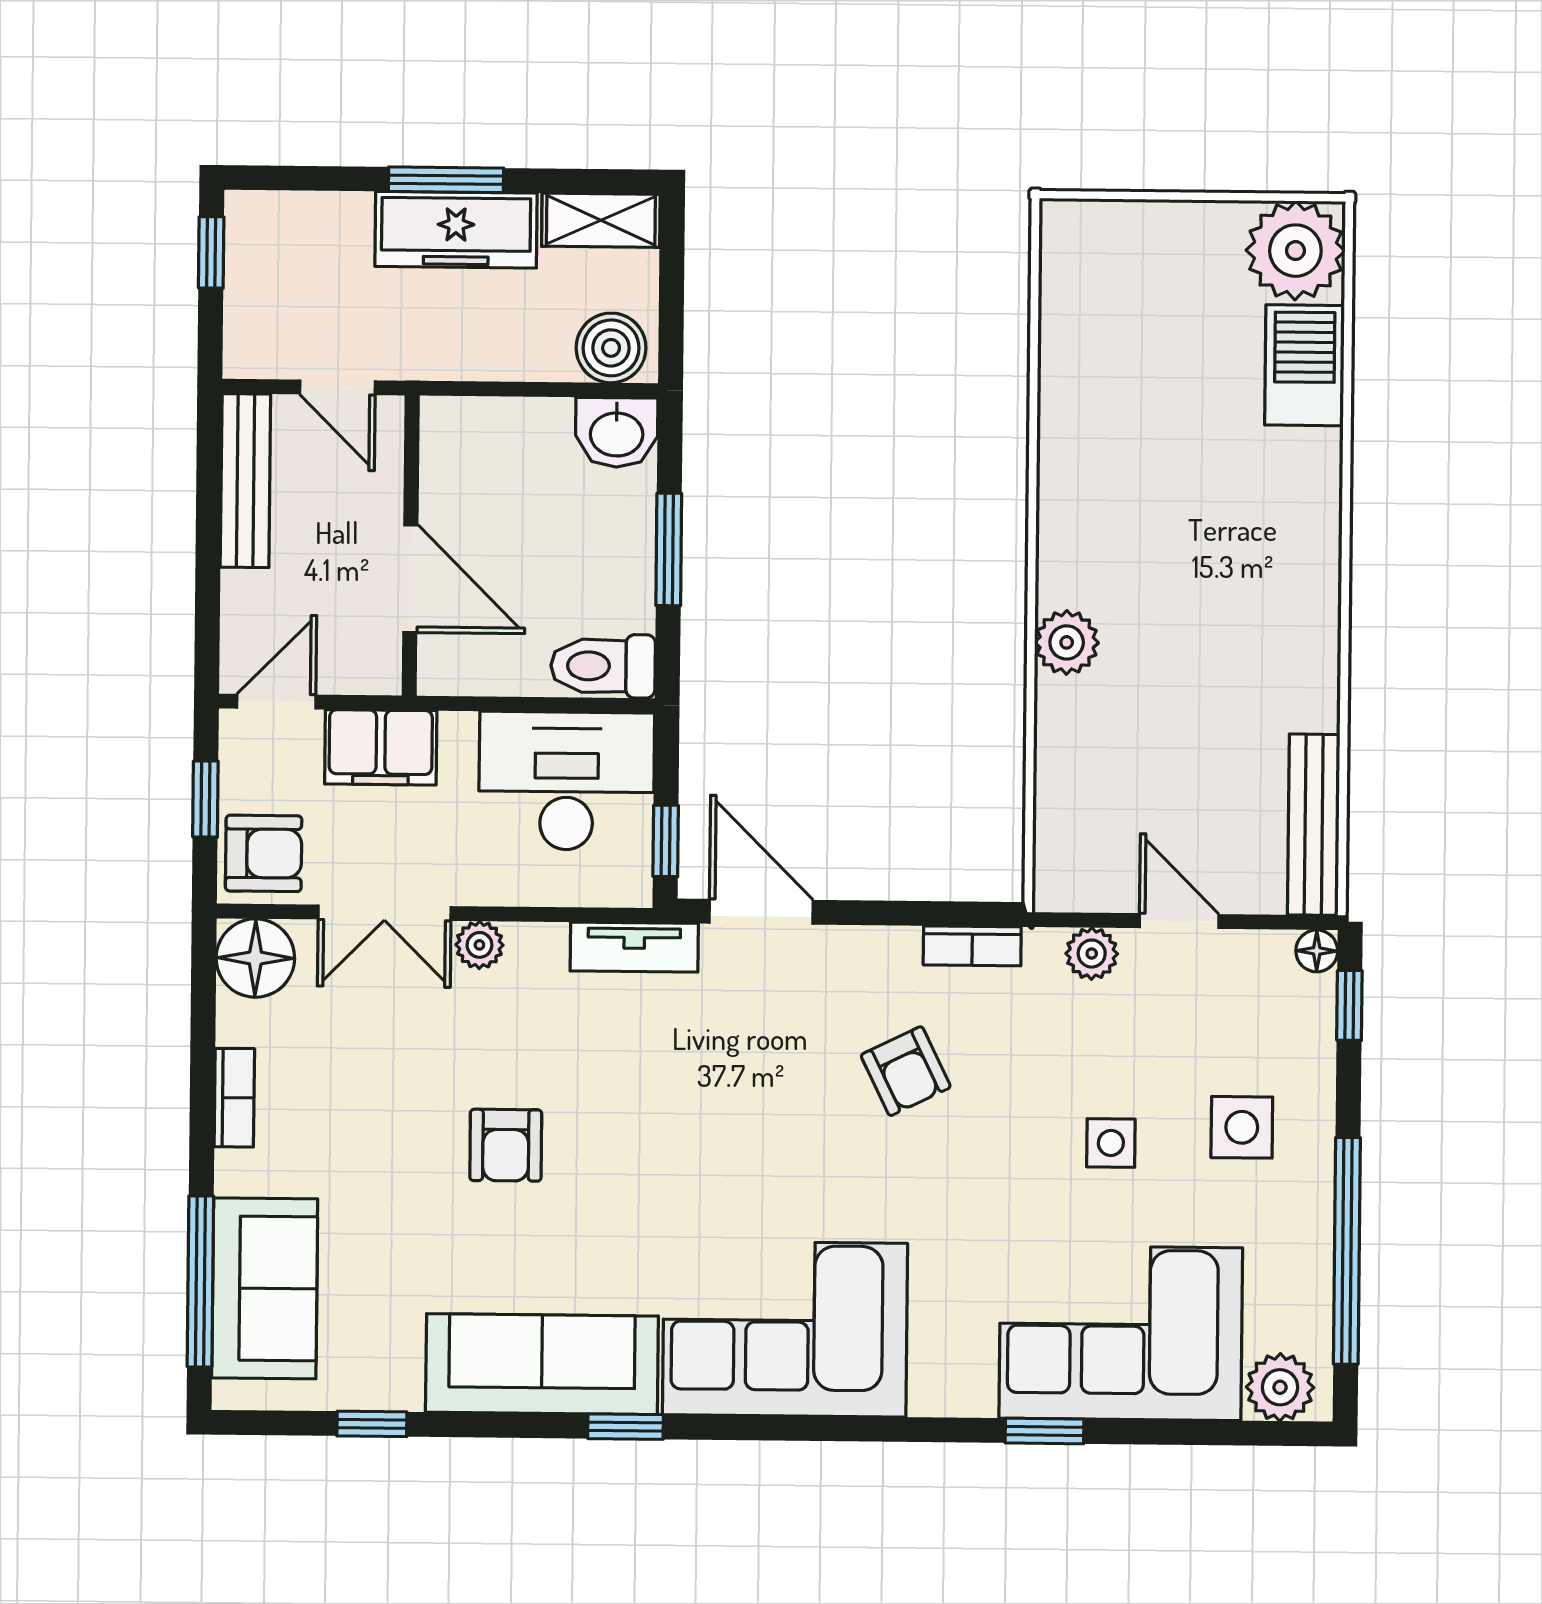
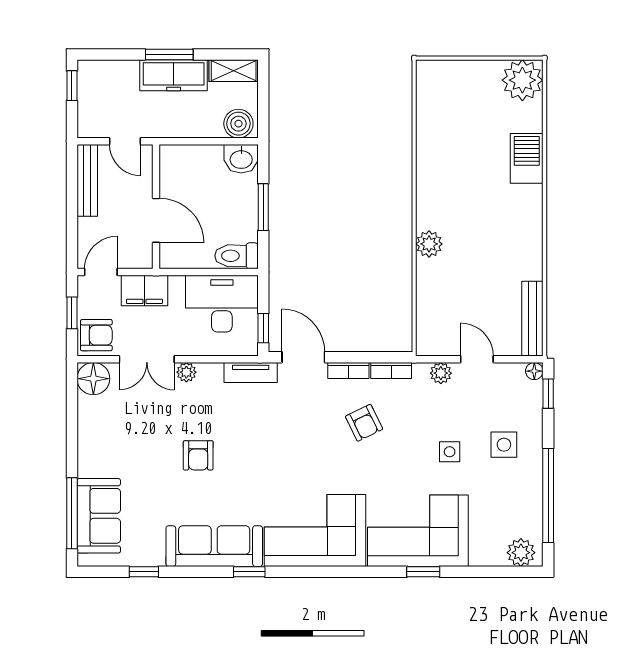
barbecue: (1305, 365) -> (527, 158), moved
bookcase: (234, 1098) -> (348, 371), moved, turned 90
corner sofa: (1121, 1333) -> (418, 531), moved

